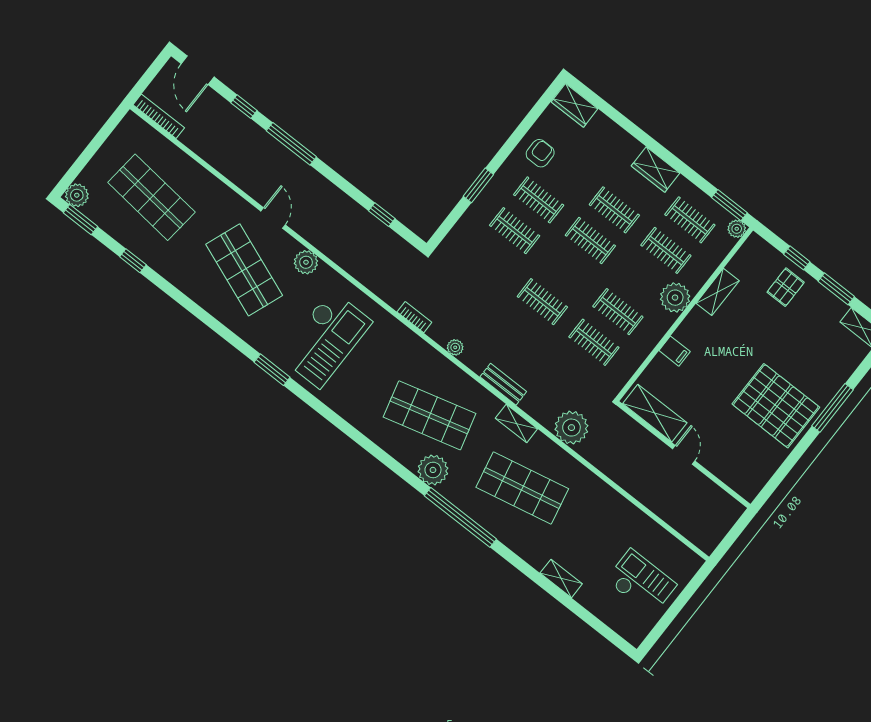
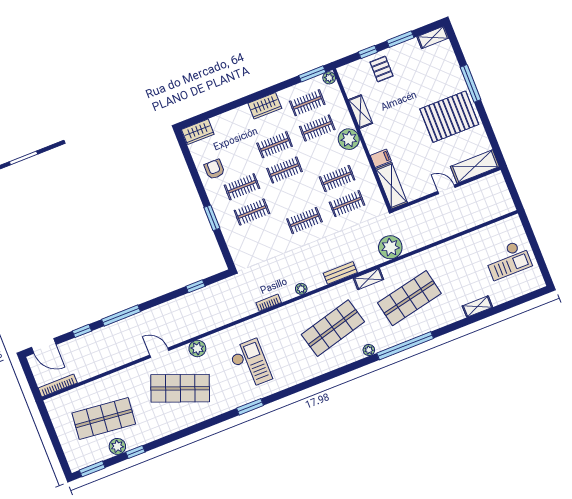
plant: (77, 195) -> (117, 446), moved
checkout: (325, 339) -> (250, 364), width x0.73, depth x0.83
shelving: (655, 413) -> (391, 186), moved, turned 90
plant: (433, 470) -> (369, 350), width x0.53, depth x0.53
shelving: (733, 474) -> (475, 166), added
checkout: (641, 582) -> (508, 260), turned 180

